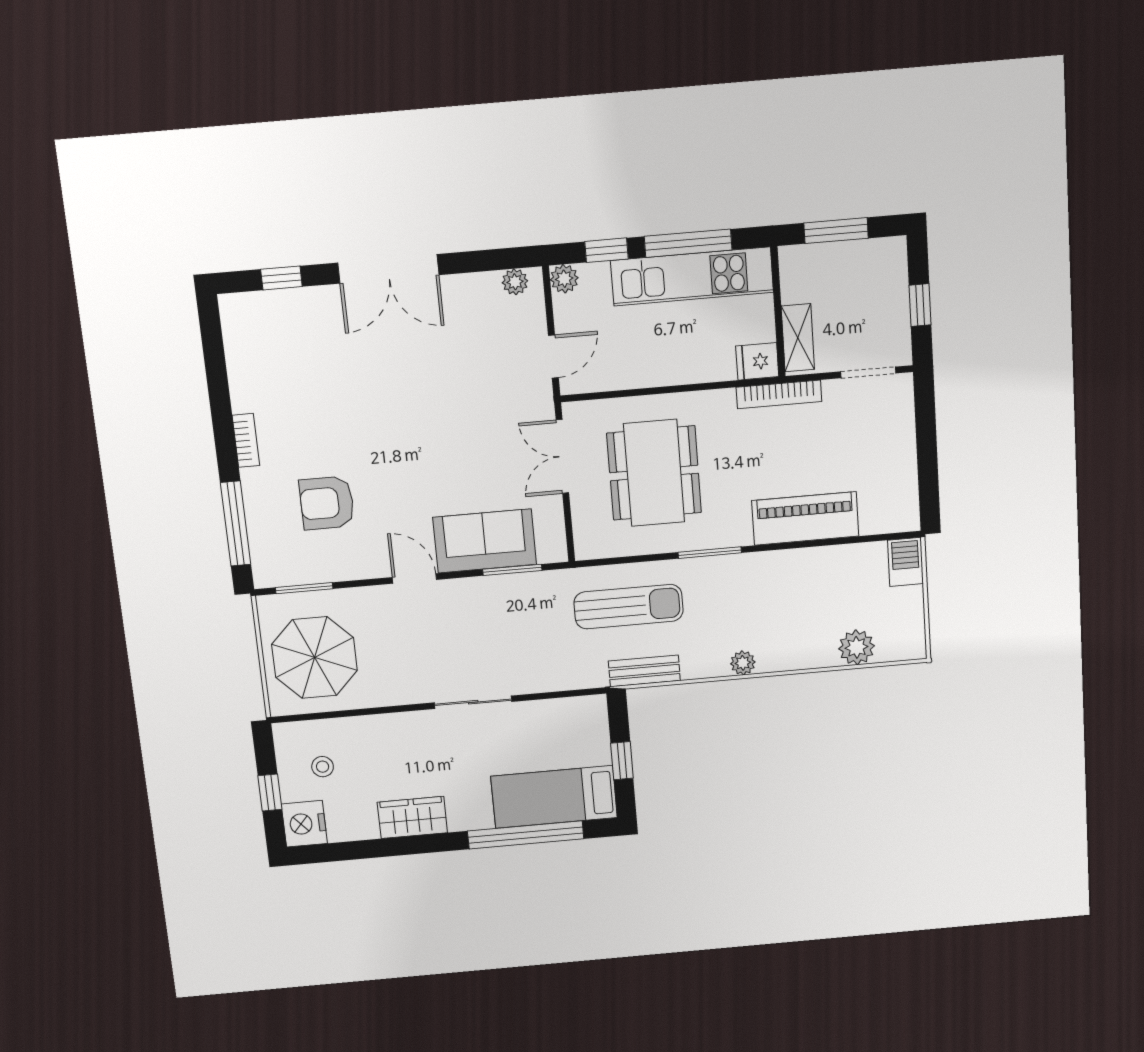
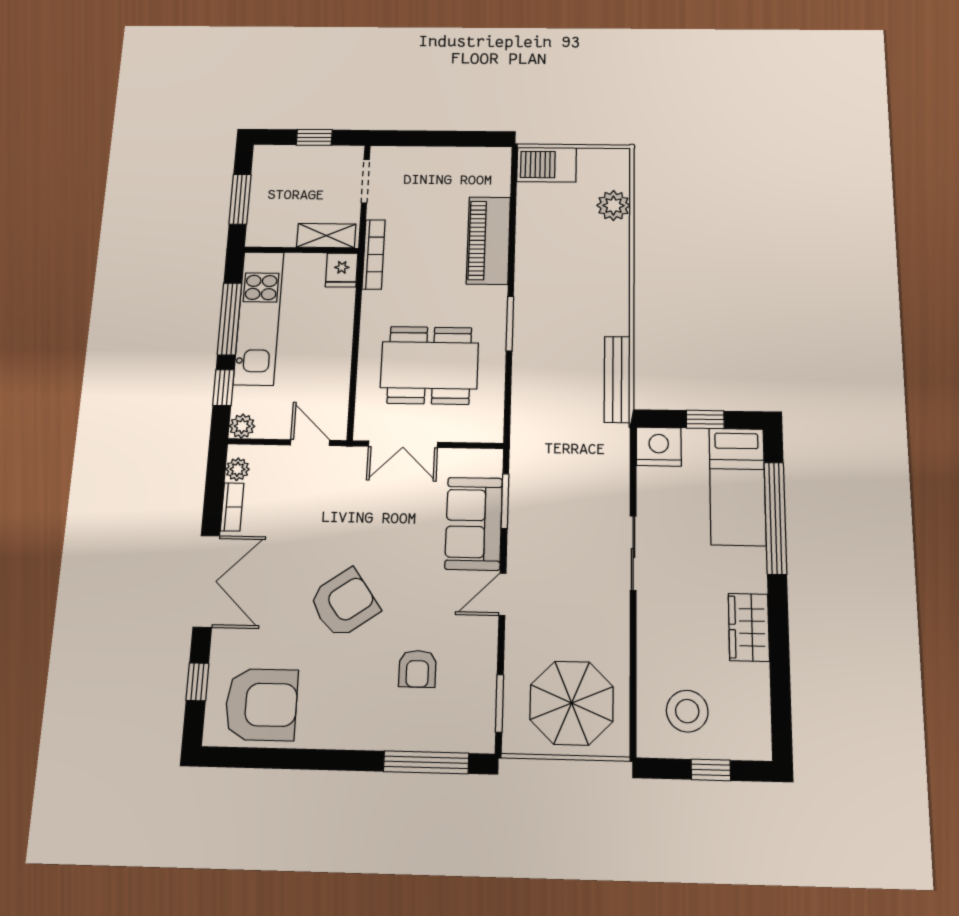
armchair: (268, 349) -> (261, 705), added
armchair: (384, 419) -> (344, 603), added
bookcase: (246, 440) -> (232, 507), moved, turned 90
armchair: (327, 503) -> (417, 669), width x0.72, depth x0.72
barbecue: (905, 562) -> (547, 165), width x1.38, depth x1.27
sun lounger: (629, 607) -> (553, 399), removed
plant: (743, 663) -> (618, 303), removed
bench: (644, 671) -> (617, 379), width x1.36
stool: (323, 767) -> (687, 711), width x1.89, depth x1.89
nightstand: (304, 824) -> (659, 447), moved, turned 180

